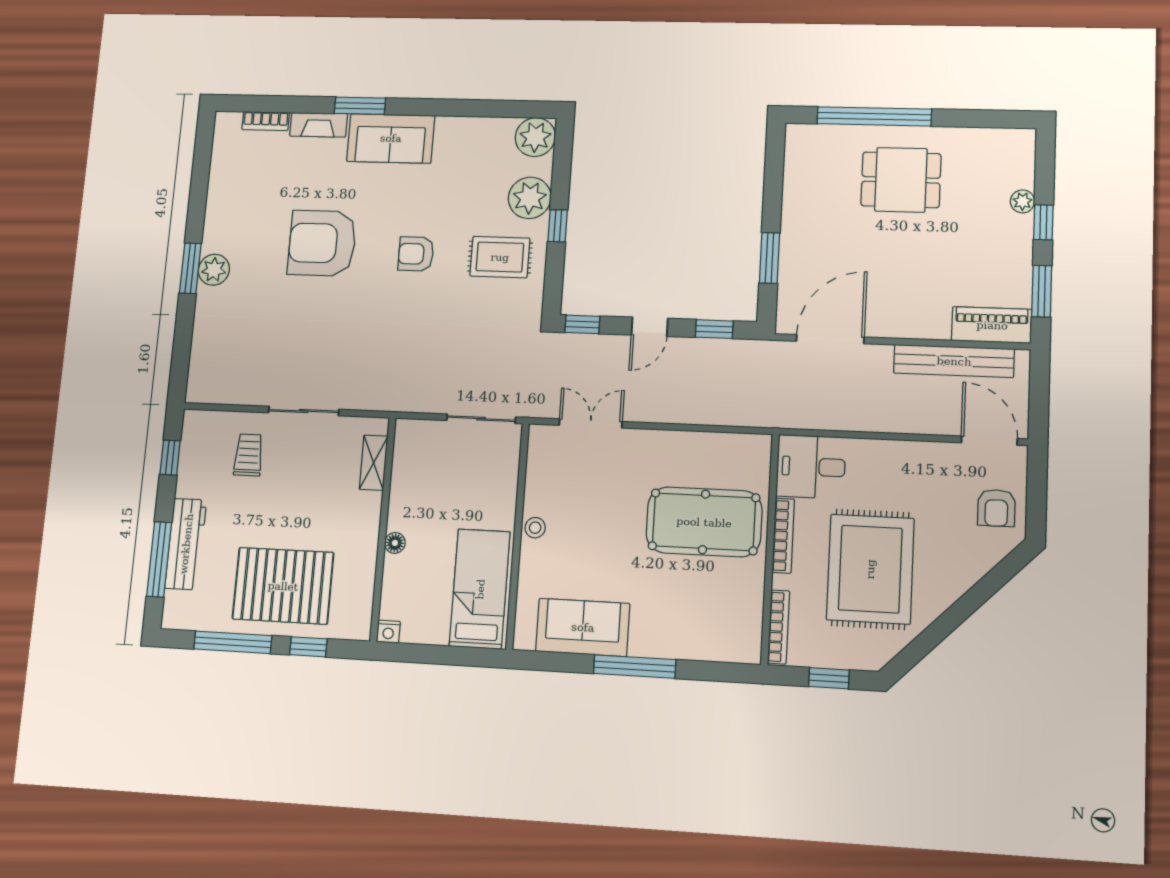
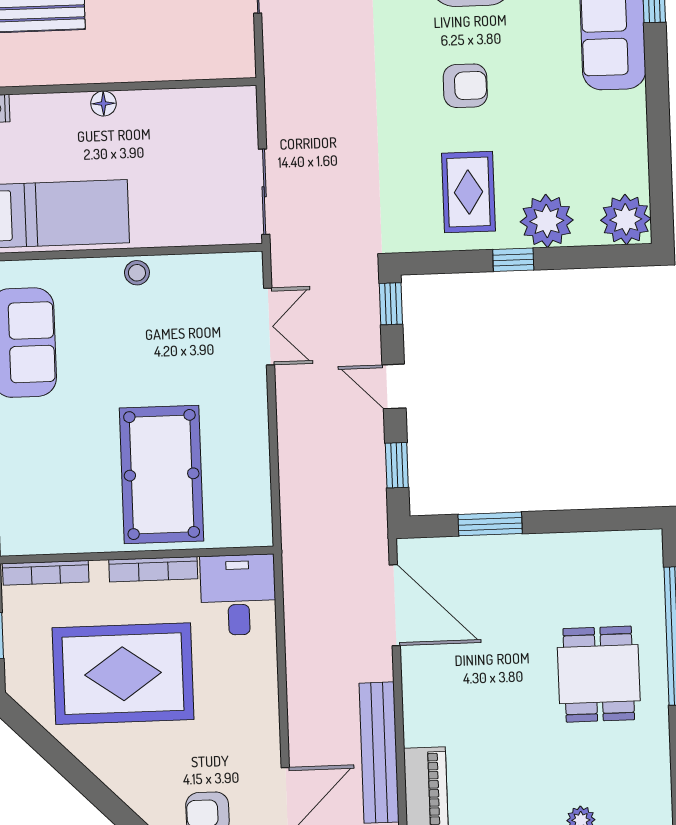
armchair: (416, 254) -> (465, 86), turned 90
shelving: (374, 463) -> (199, 65), removed

